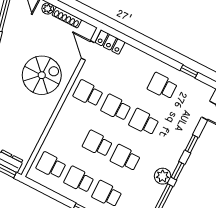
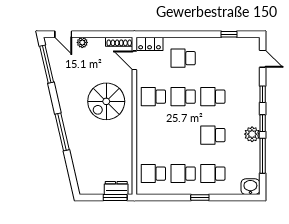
shoe rack: (67, 17) -> (119, 42), moved
spiral stairs: (42, 75) -> (106, 101), turned 180
school desk: (162, 86) -> (183, 58), moved
school desk: (97, 144) -> (183, 135), removed

